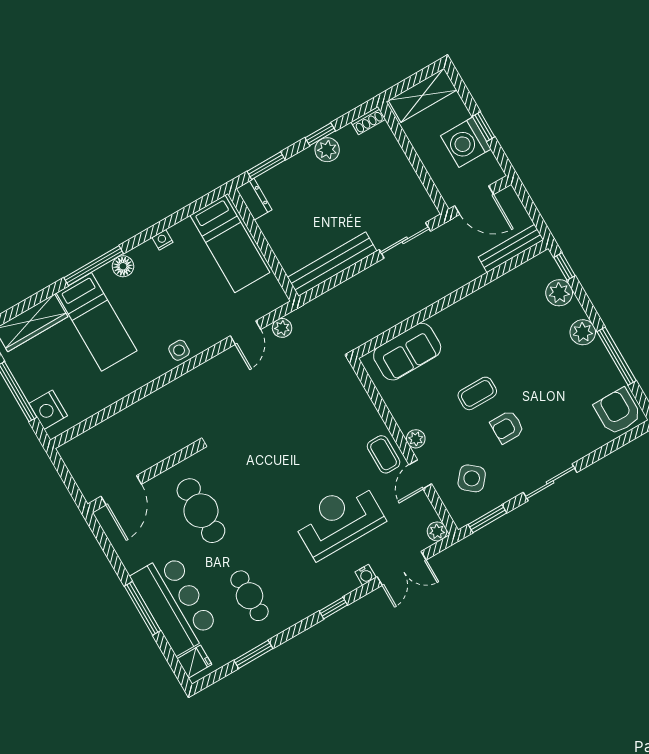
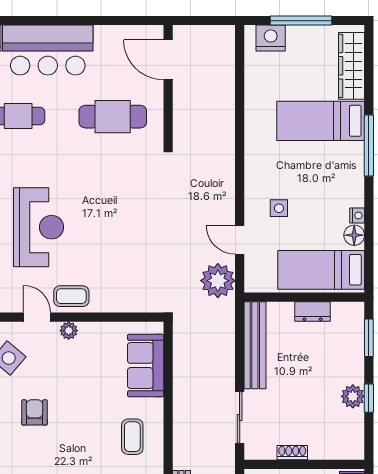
shoe rack: (368, 121) -> (292, 453), moved, turned 90
dresser: (254, 199) -> (313, 311), moved
floor lamp: (123, 266) -> (354, 235), moved
plant: (282, 328) -> (218, 281), width x1.87, depth x1.87
side table: (179, 350) -> (279, 208), moved
coffee table: (477, 393) -> (132, 437), moved
window: (142, 608) -> (59, 21), removed

